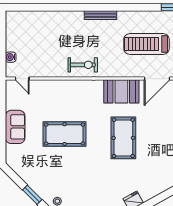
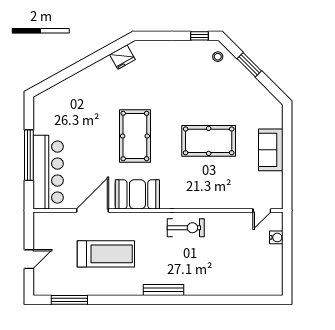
exercise bike: (83, 65) -> (186, 228), turned 180
door: (22, 79) -> (262, 210), swing flipped

